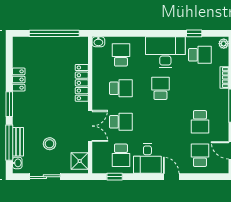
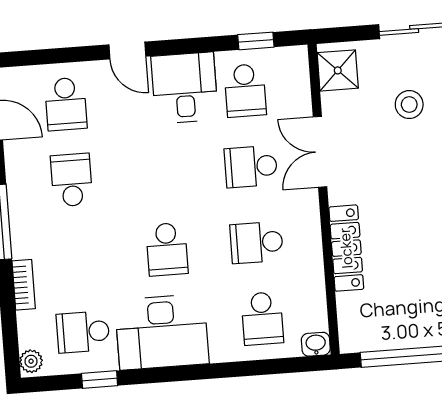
school desk: (121, 155) -> (245, 91), turned 180

